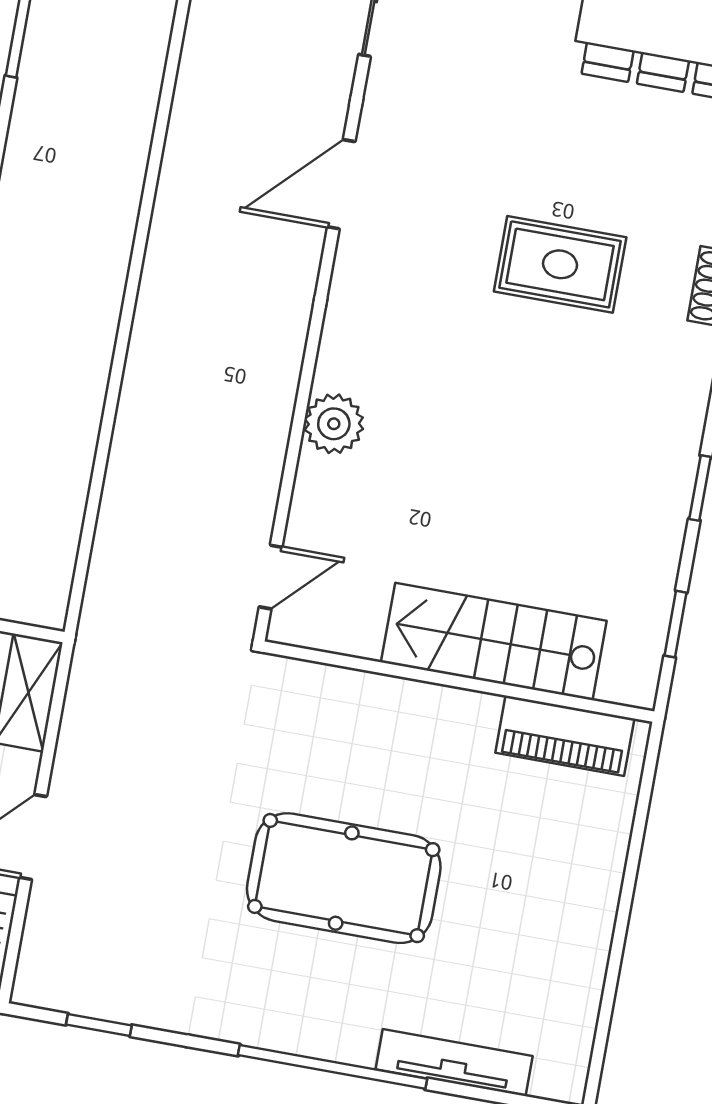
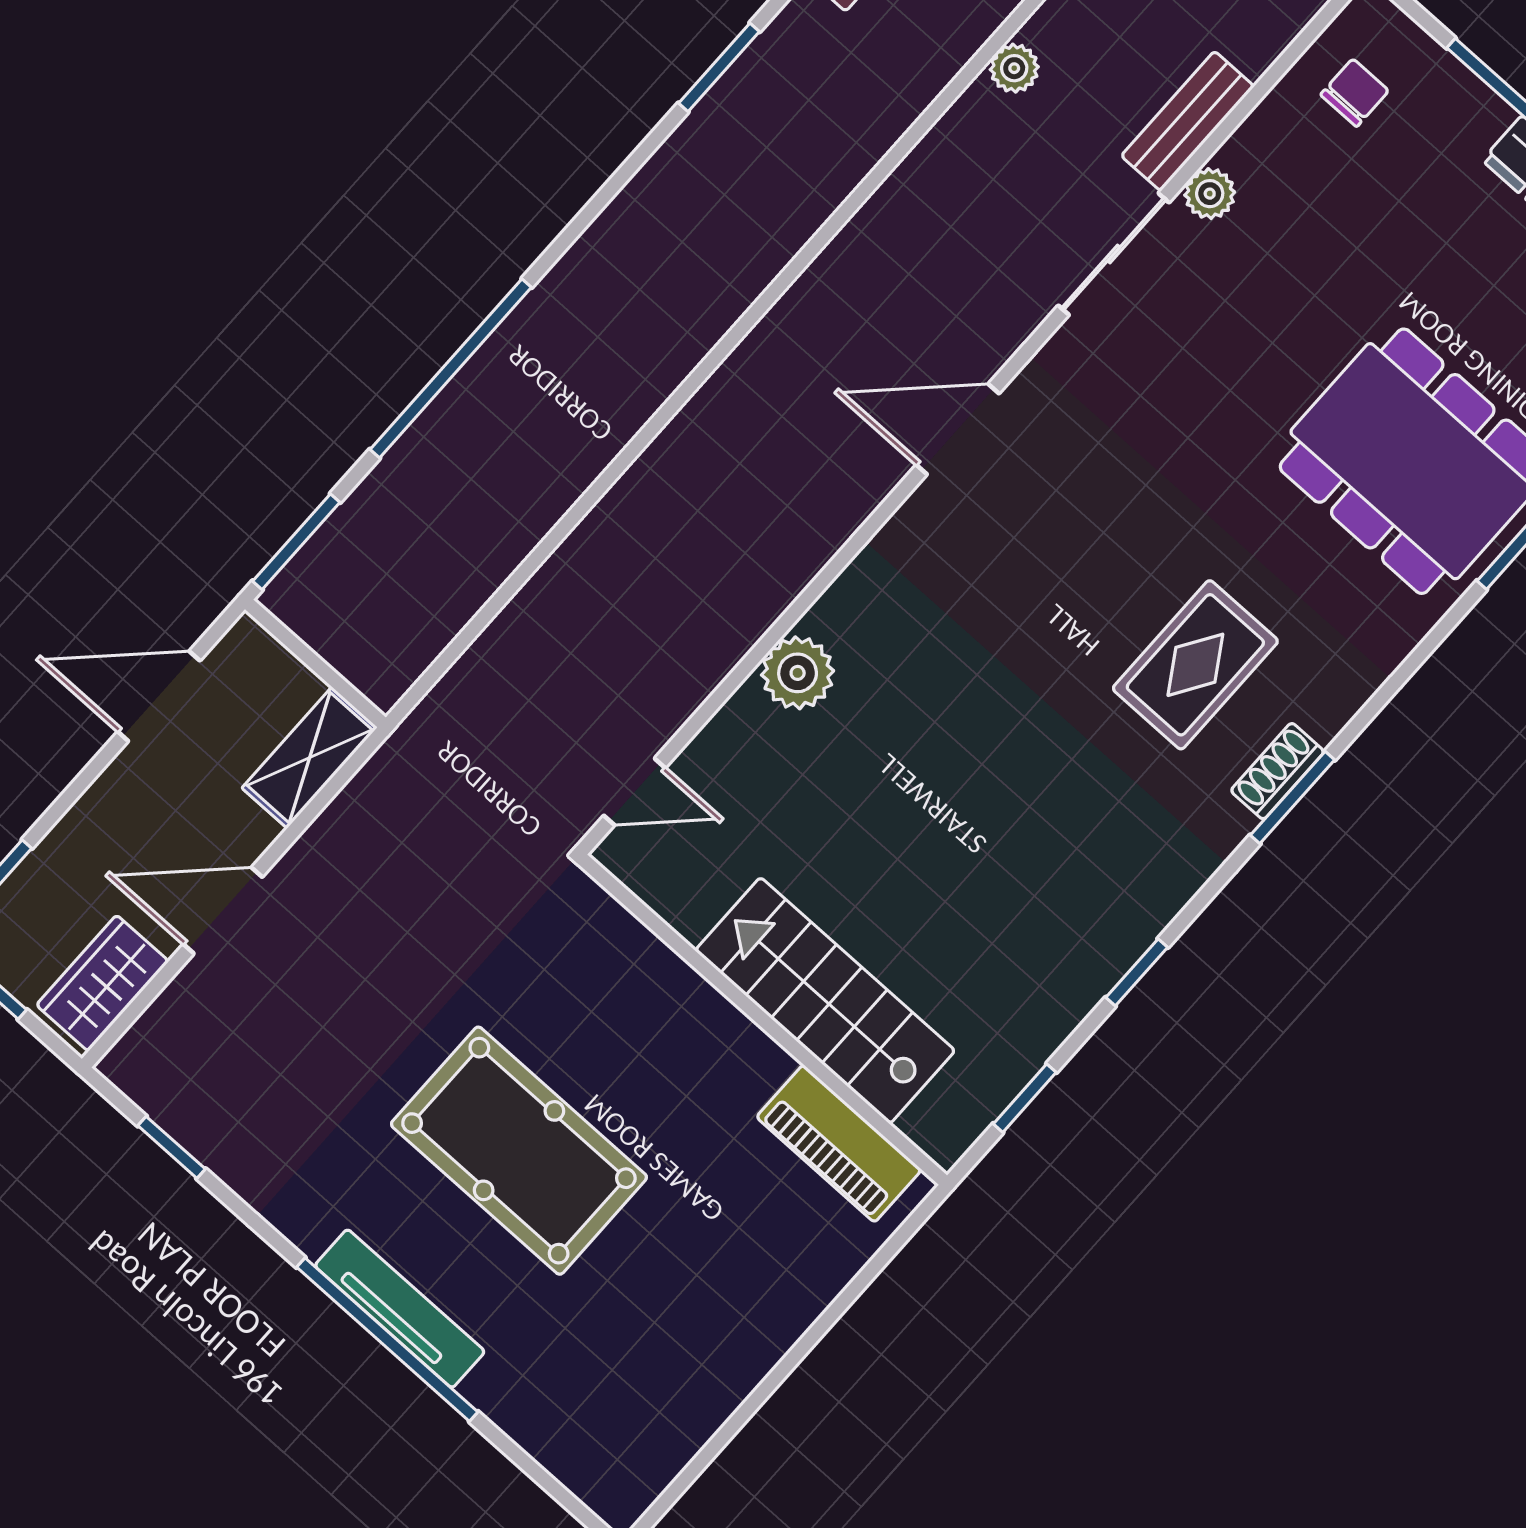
rug: (560, 264) -> (1195, 665), moved, turned 90
tv unit: (454, 1063) -> (400, 1309), moved

